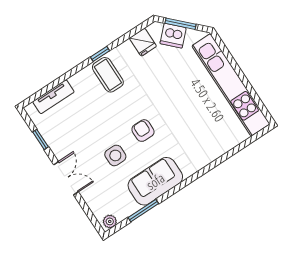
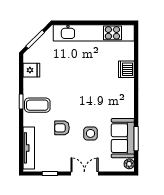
dishwasher: (173, 36) -> (126, 69), moved, turned 135
tv unit: (53, 97) -> (29, 148), width x1.41
armchair: (143, 131) -> (62, 128), moved
sofa: (155, 181) -> (123, 138), moved

